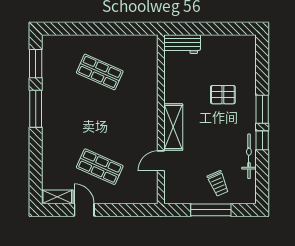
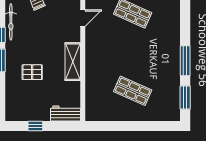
window: (219, 29) -> (35, 126), added
shelving: (173, 127) -> (73, 62), moved

